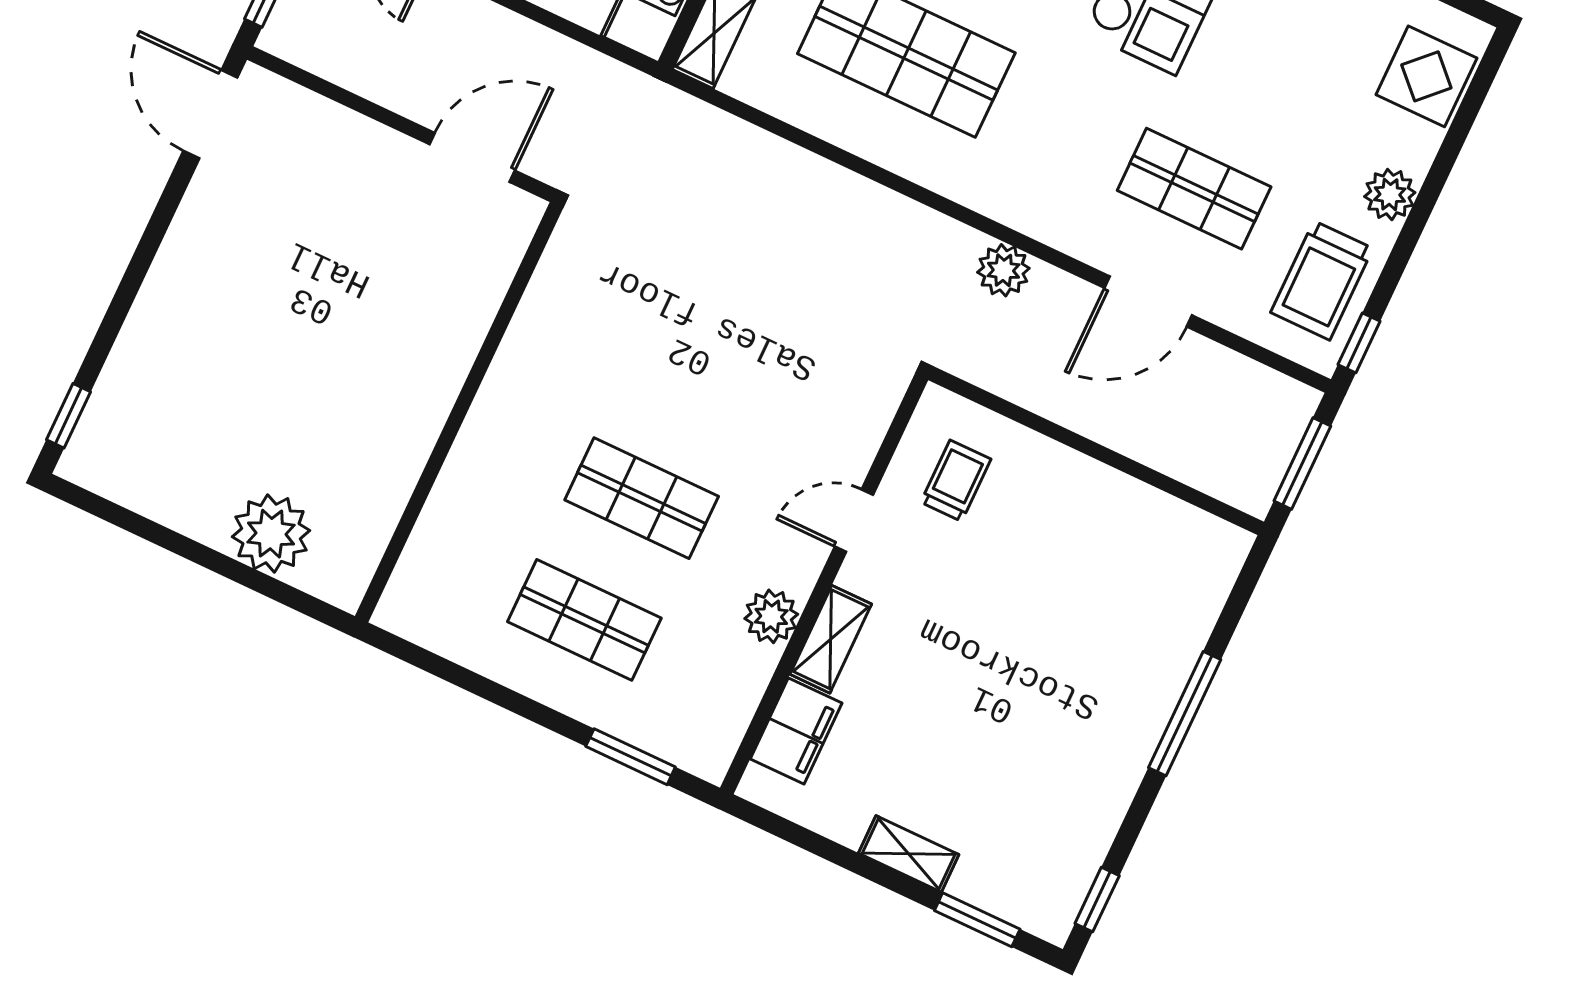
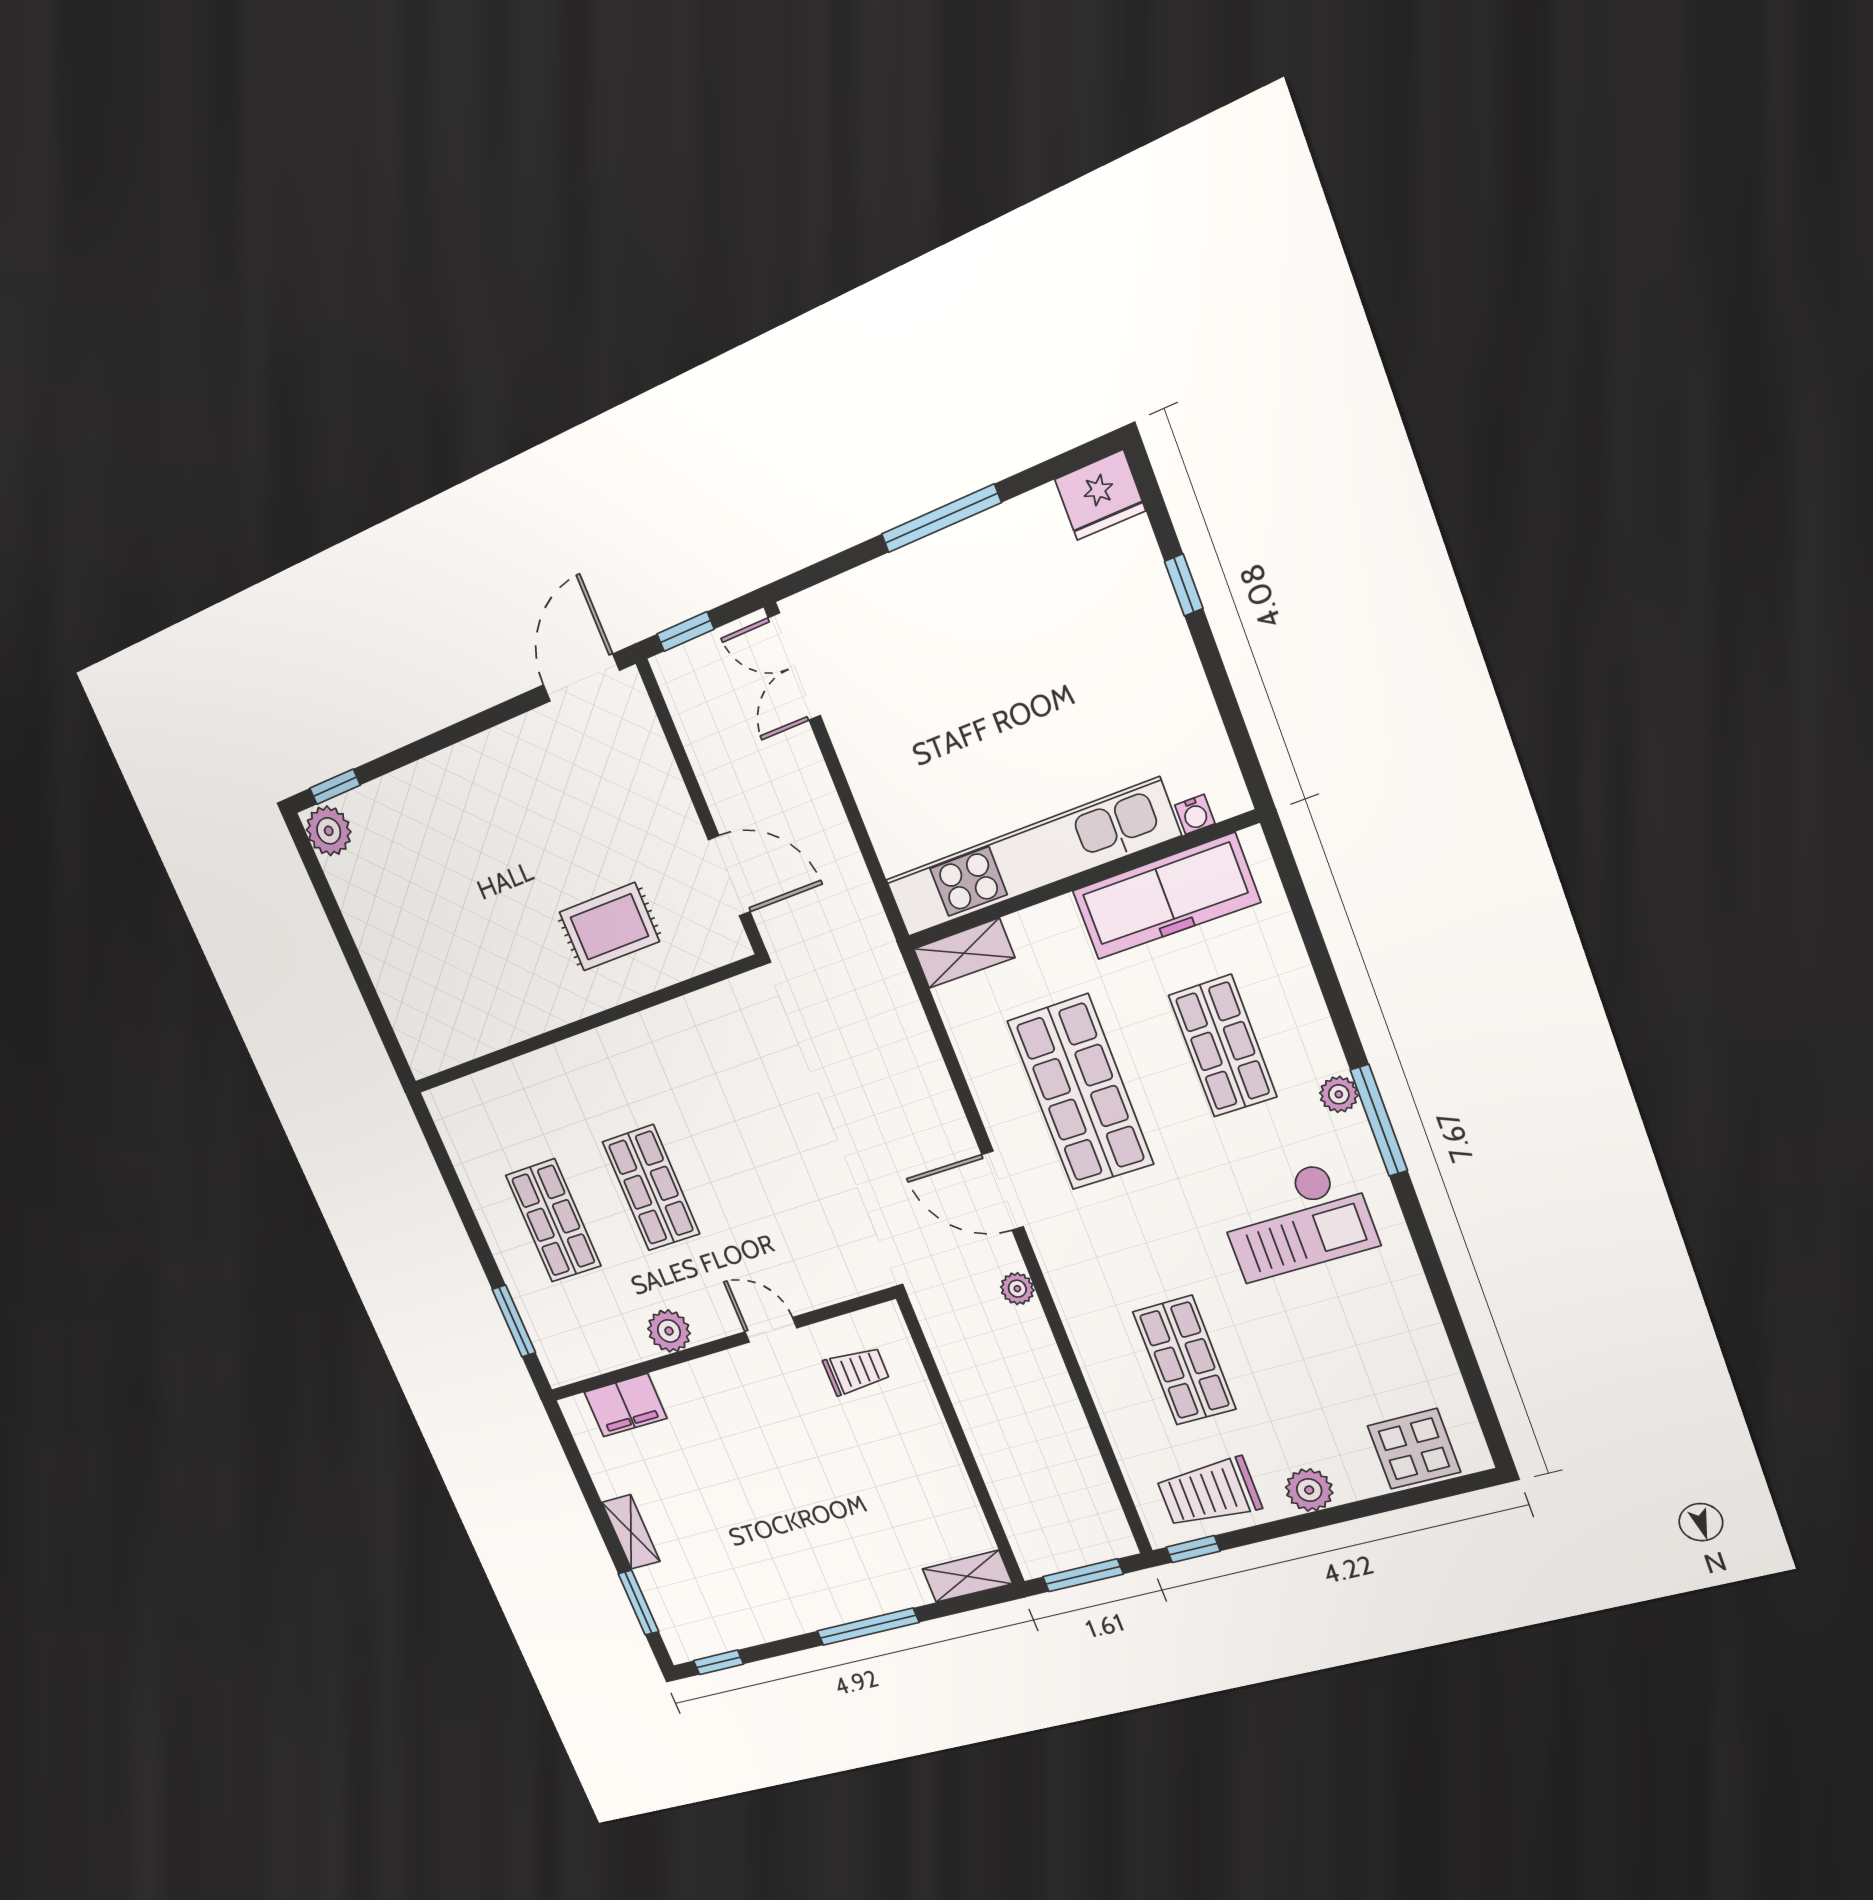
plant: (1003, 270) -> (1017, 1289), width x0.73, depth x0.73
rug: (409, 301) -> (609, 927), added
door: (1148, 302) -> (1003, 1191), moved
plant: (271, 534) -> (329, 831), moved, width x0.73, depth x0.73
shelving: (831, 639) -> (967, 1576), moved

